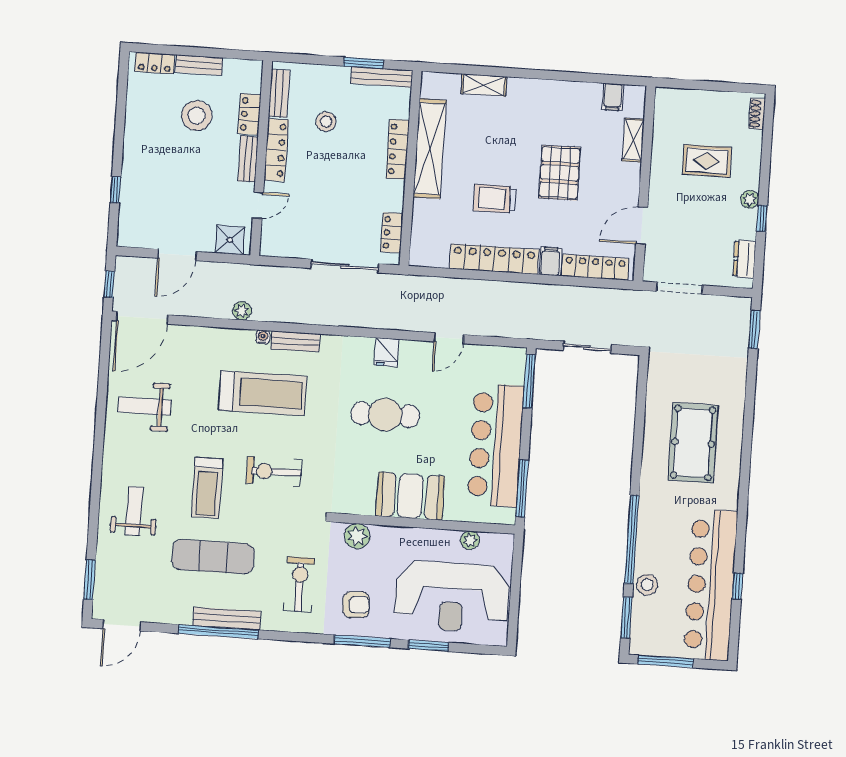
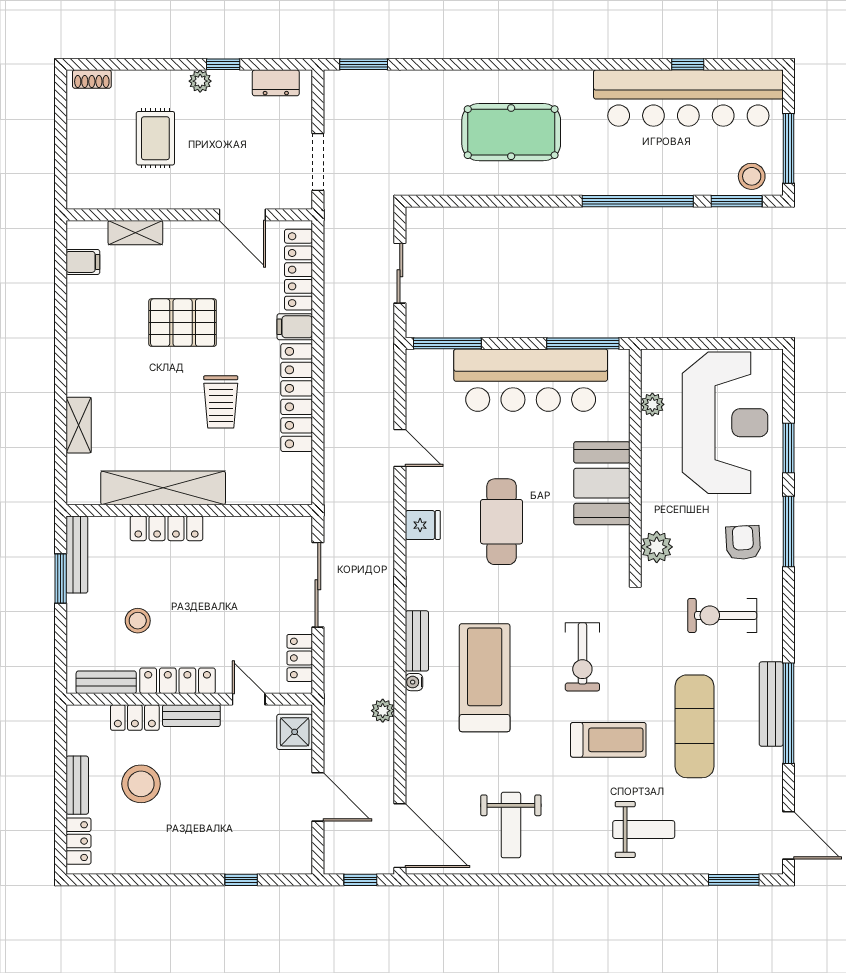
locker: (392, 233) -> (300, 658), moved, turned 90
weight bench: (134, 511) -> (644, 830), turned 180
stool: (647, 585) -> (752, 176), moved

